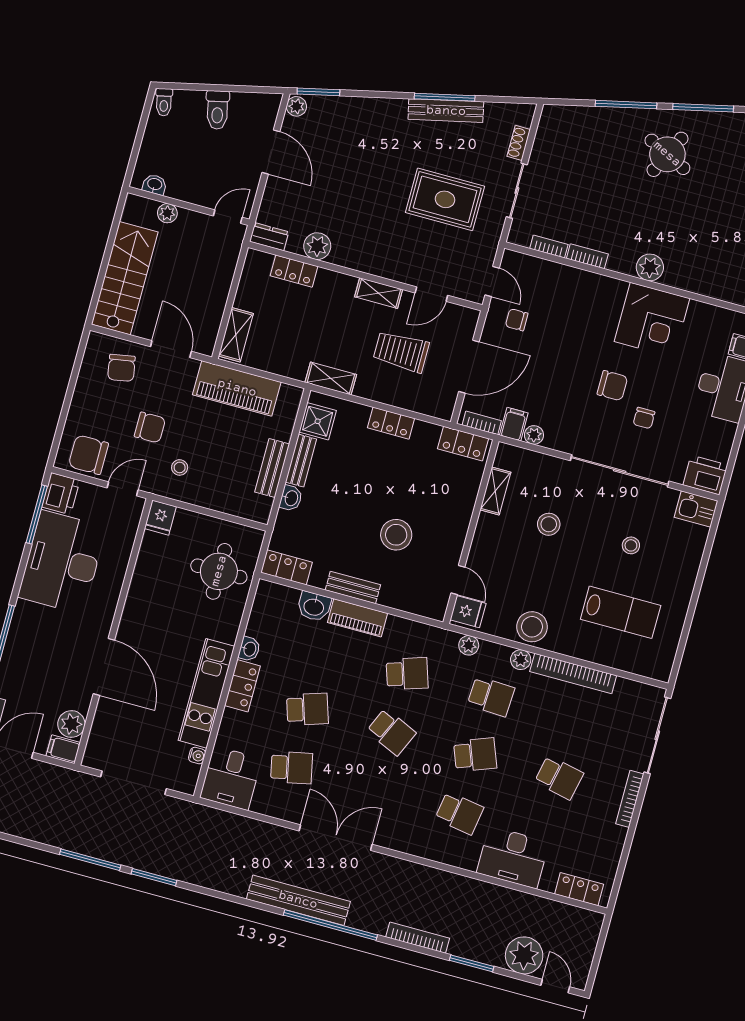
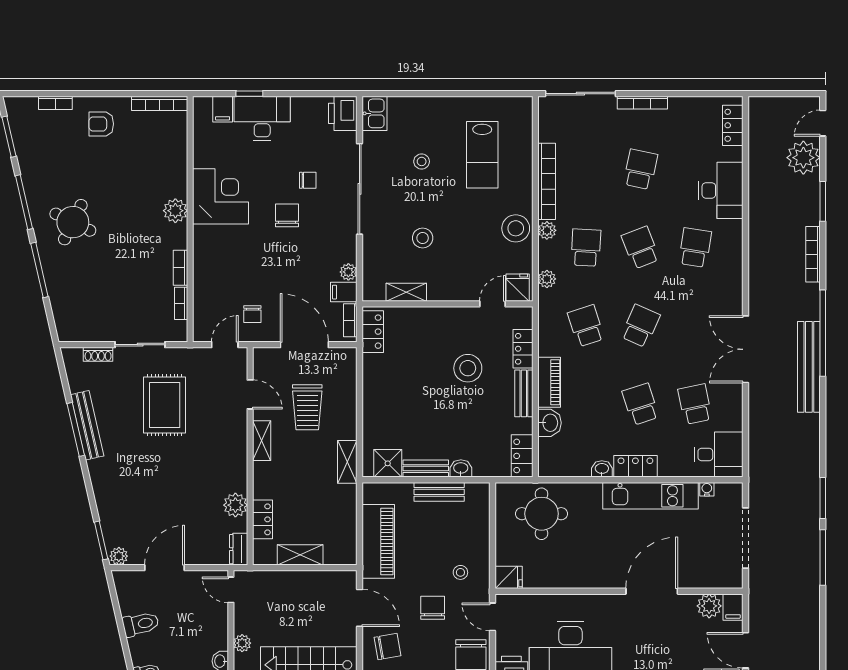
shelving: (236, 335) -> (300, 555), moved
door: (171, 349) -> (360, 608), swing flipped
locker: (391, 423) -> (523, 349), moved, turned 180
lab bench: (621, 612) -> (482, 155), turned 180

